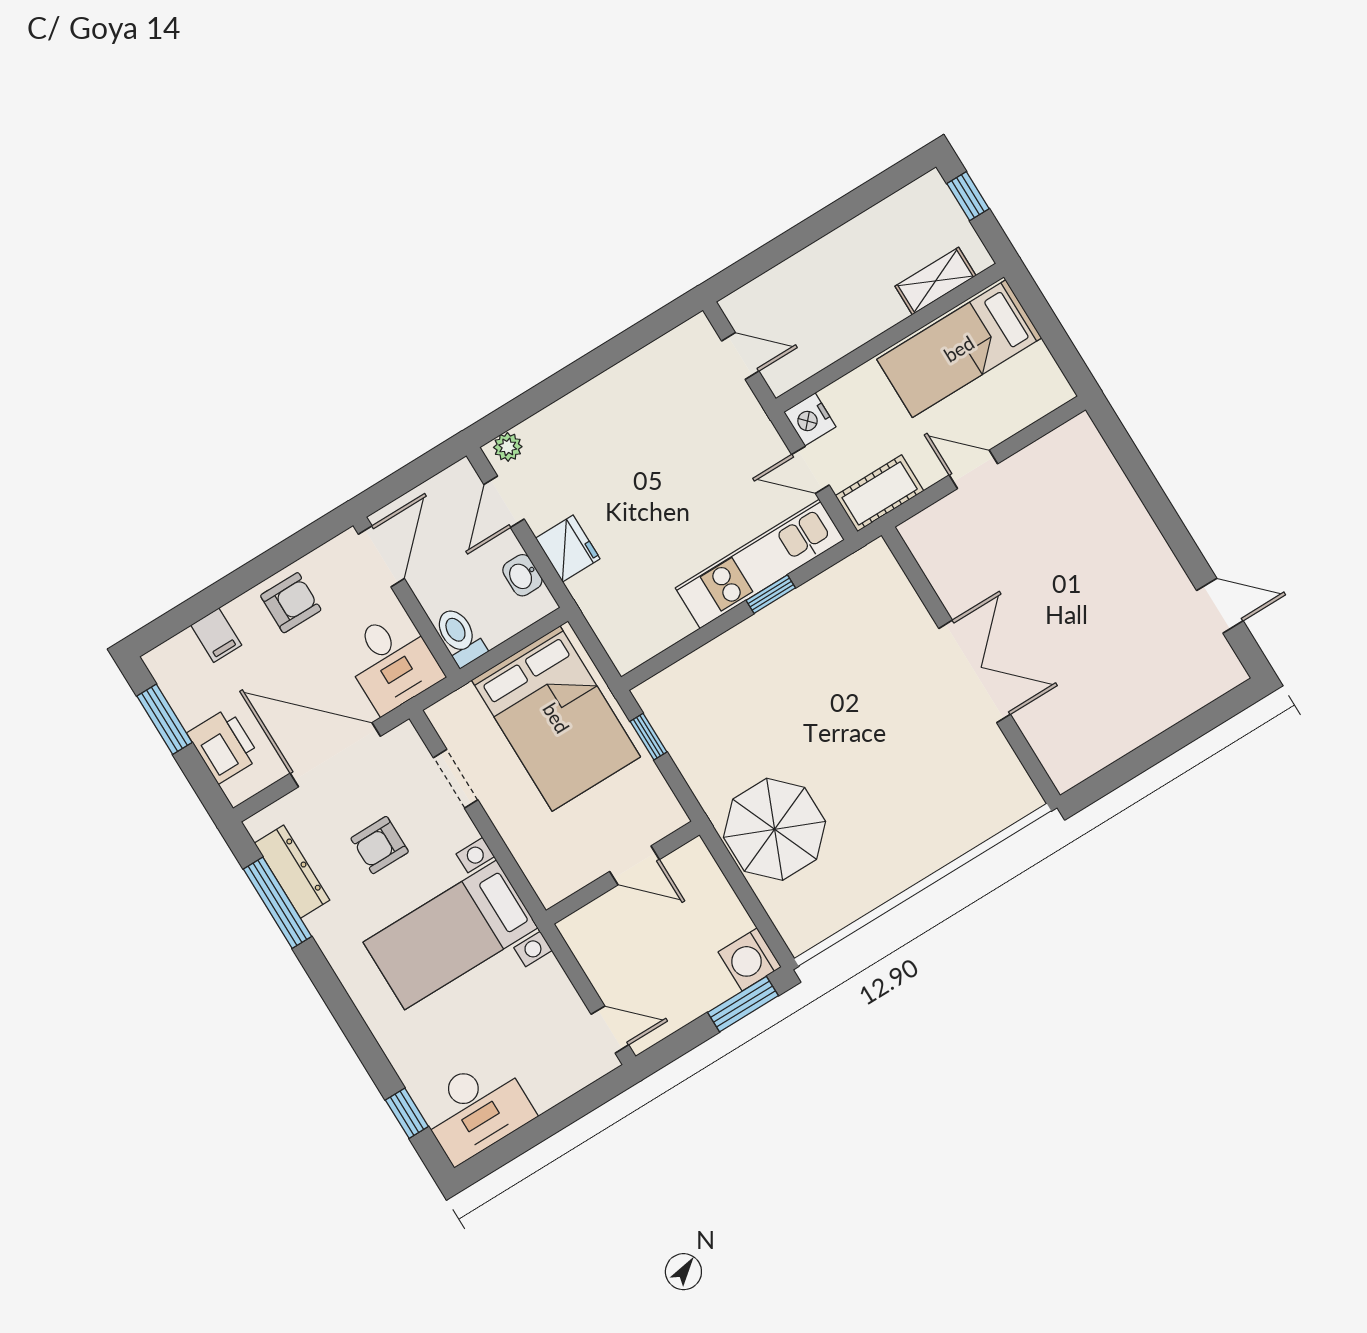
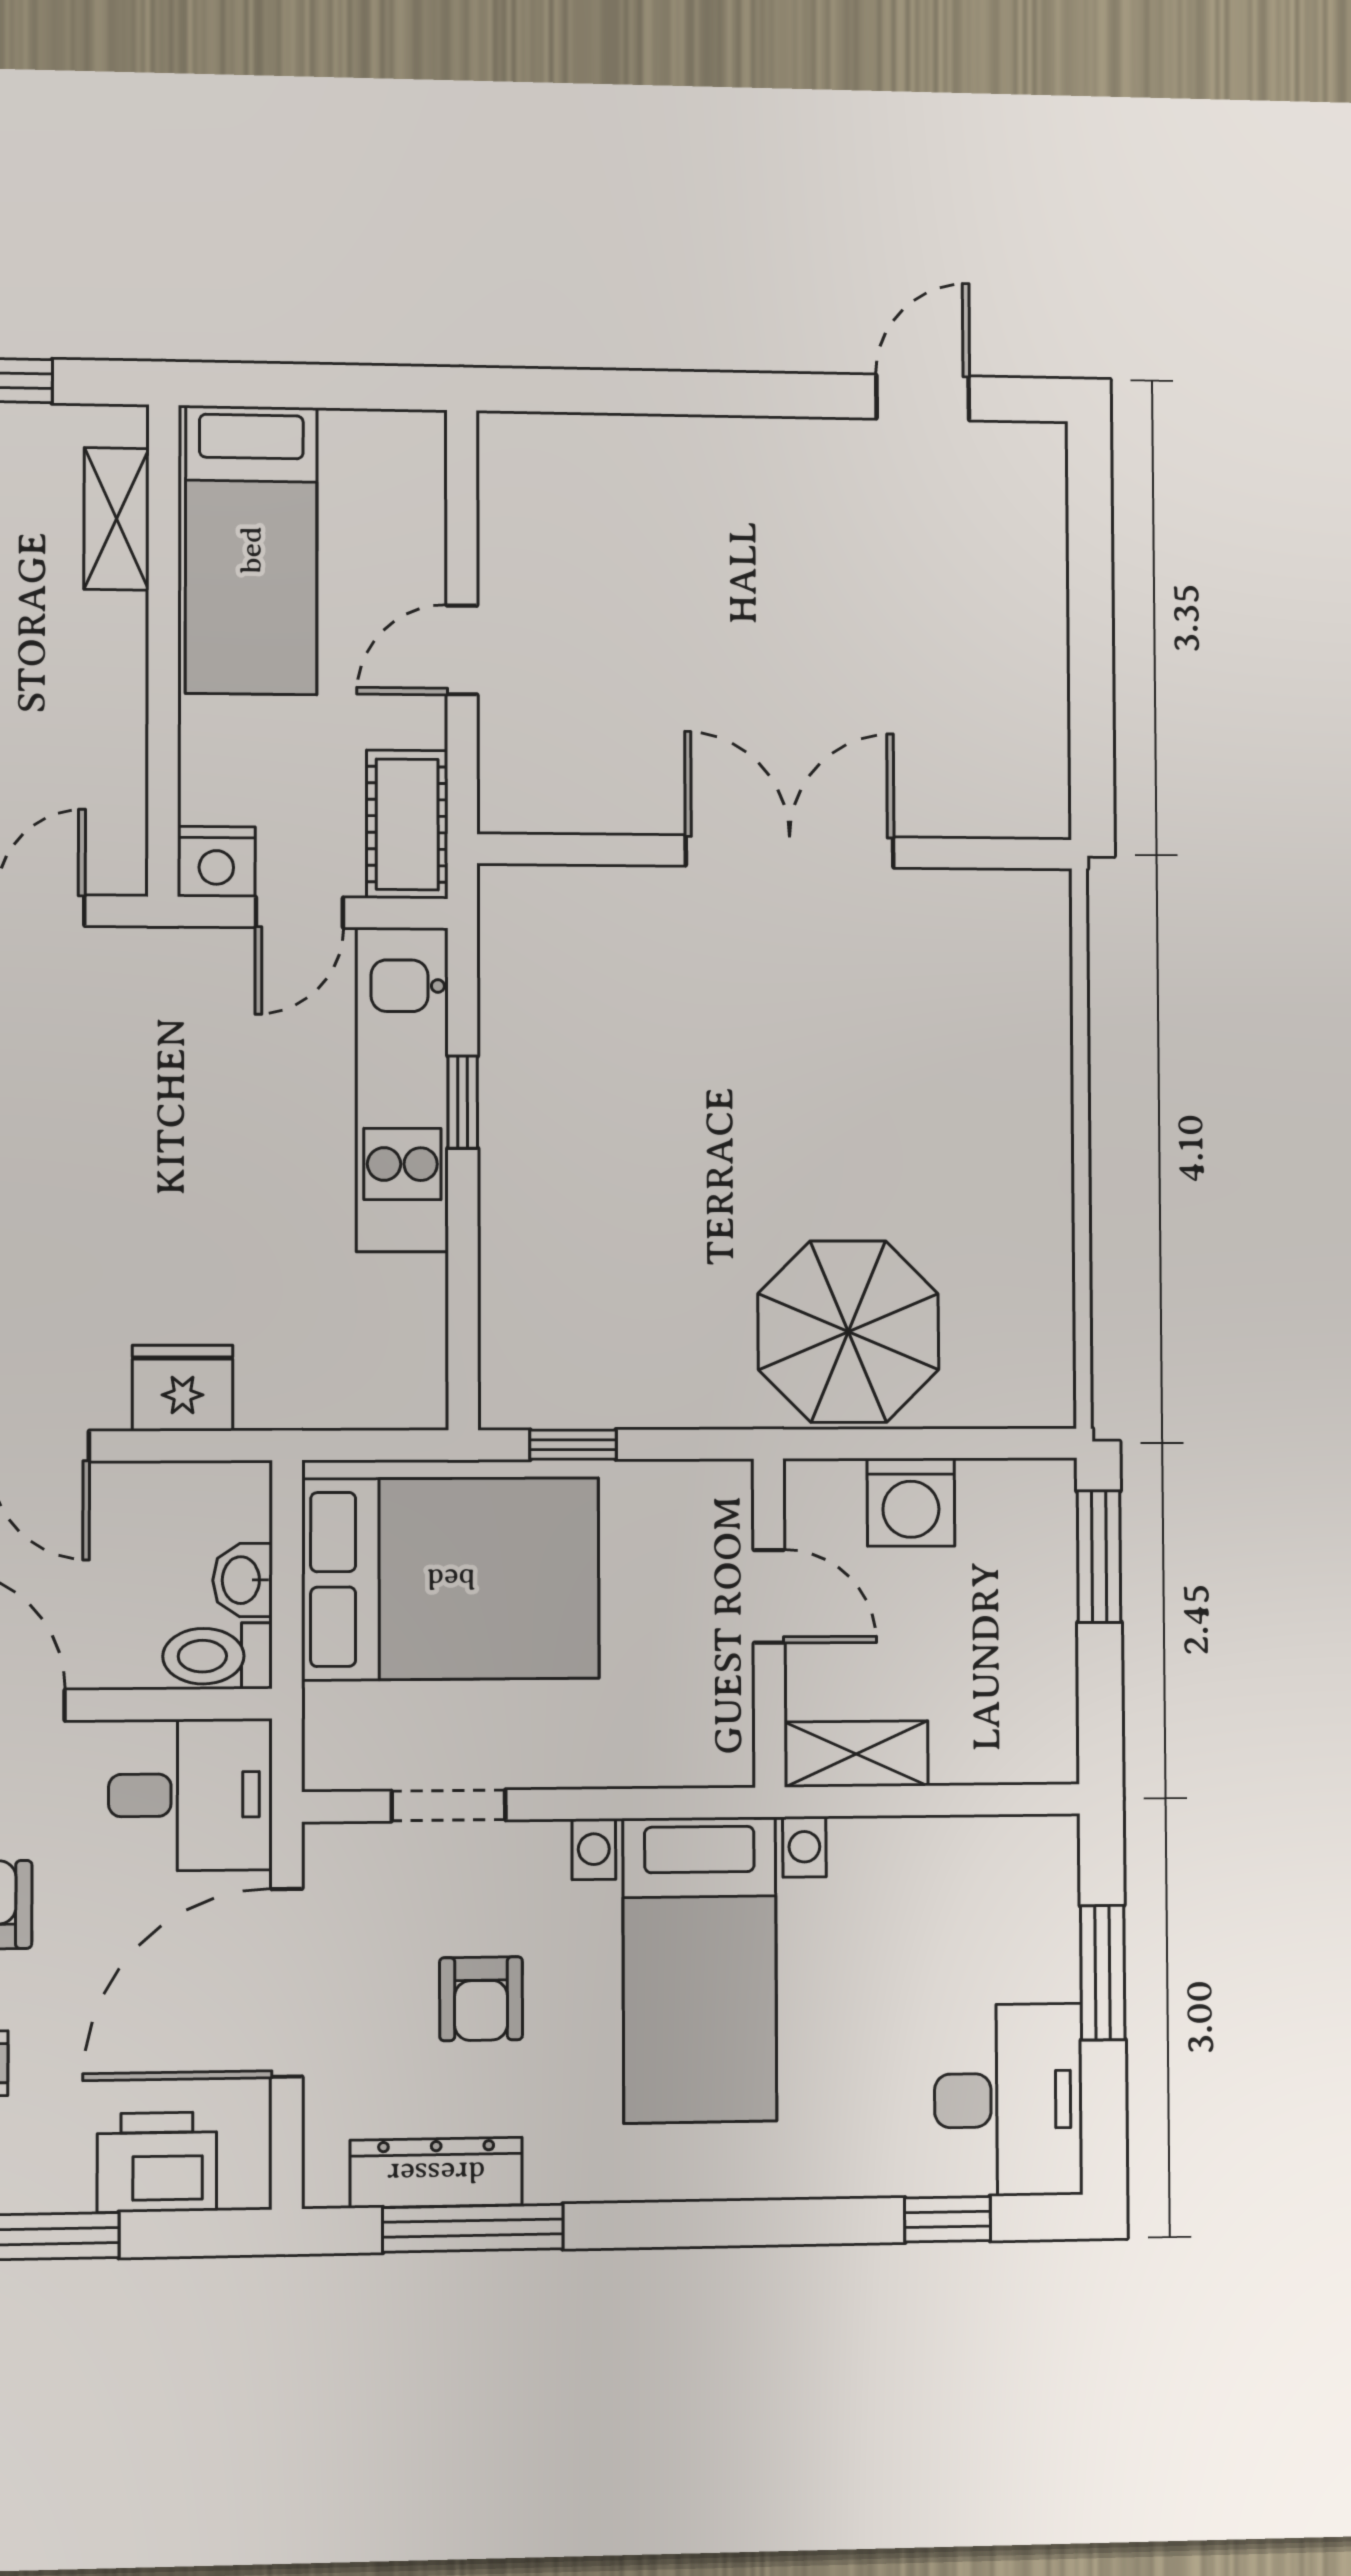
washbasin: (522, 575) -> (243, 1580), moved, turned 90
door: (634, 865) -> (769, 1596), hinge flipped
shelving: (588, 947) -> (856, 1754), added
washing machine: (750, 960) -> (911, 1502), moved
door: (610, 1030) -> (1011, 1800), removed
window: (558, 1118) -> (1103, 1973), added

